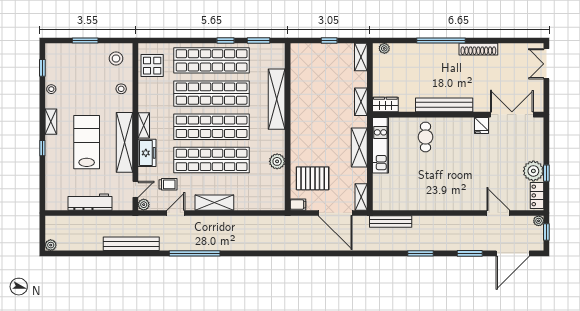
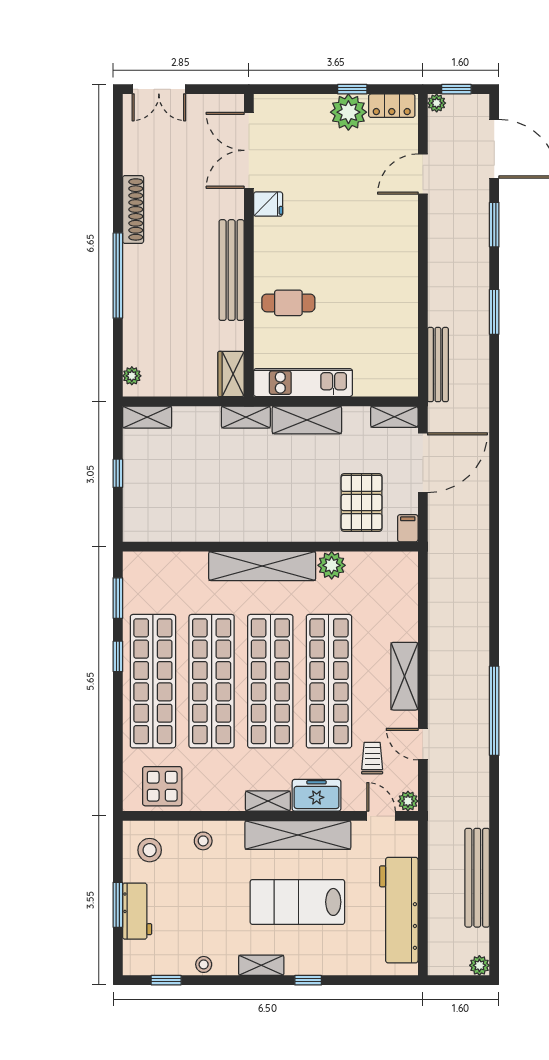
workbench: (81, 51) -> (137, 911), added
shelving: (277, 99) -> (262, 566), moved
shelving: (361, 102) -> (246, 417), moved
workbench: (90, 202) -> (399, 910), width x1.36, depth x1.32
bench: (131, 244) -> (477, 878), moved

